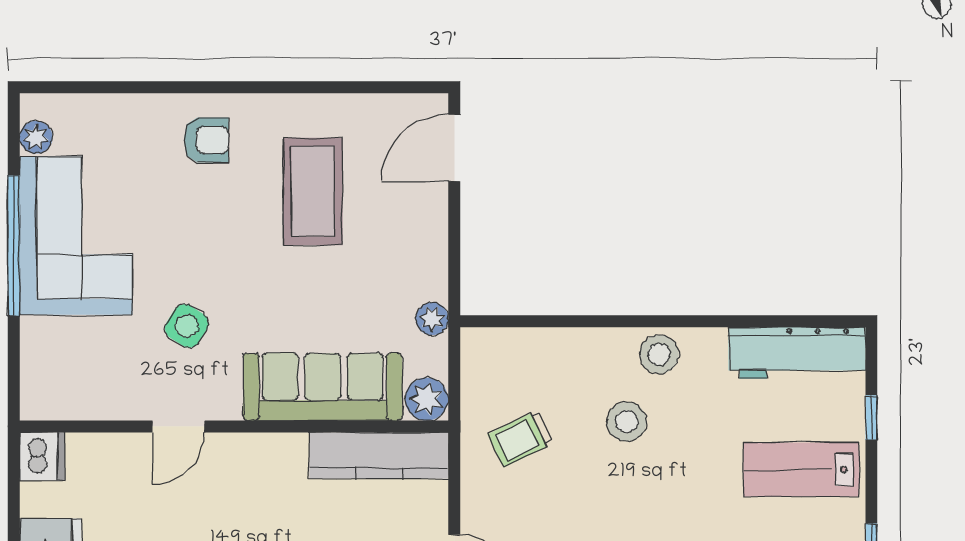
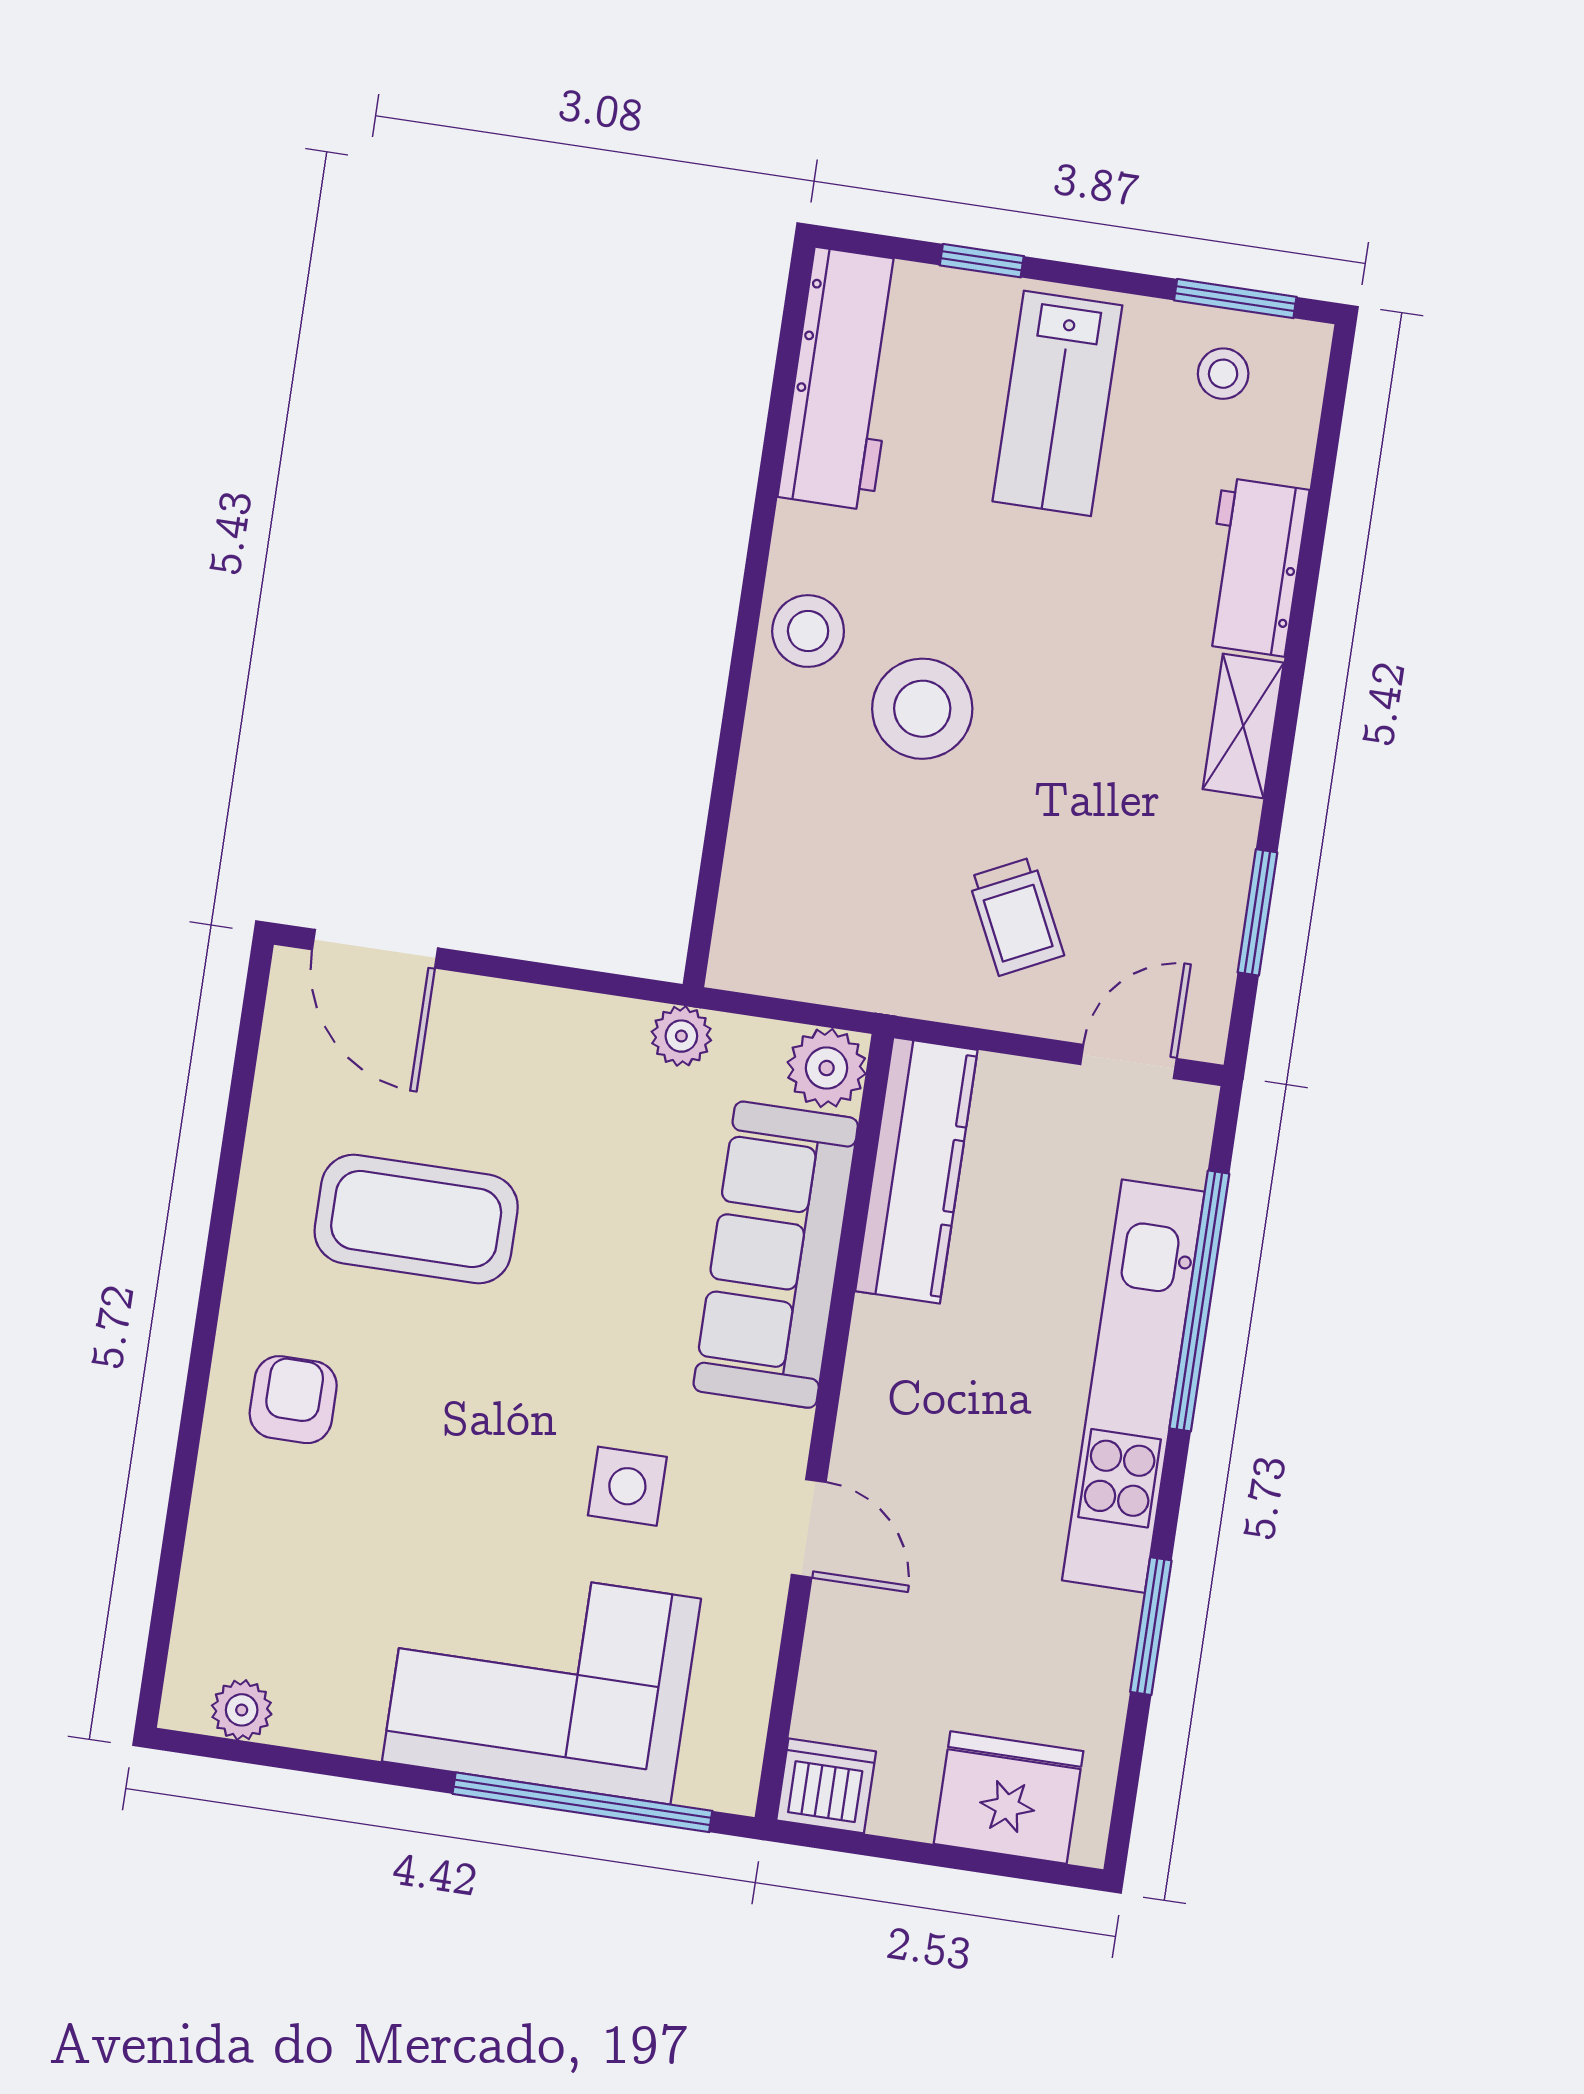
corner sofa: (76, 236) -> (541, 1680), moved
window: (14, 246) -> (582, 1802), moved
side table: (187, 326) -> (627, 1486), turned -32
stool: (627, 422) -> (922, 709), width x1.38, depth x1.38
trolley: (521, 439) -> (1016, 916), moved

